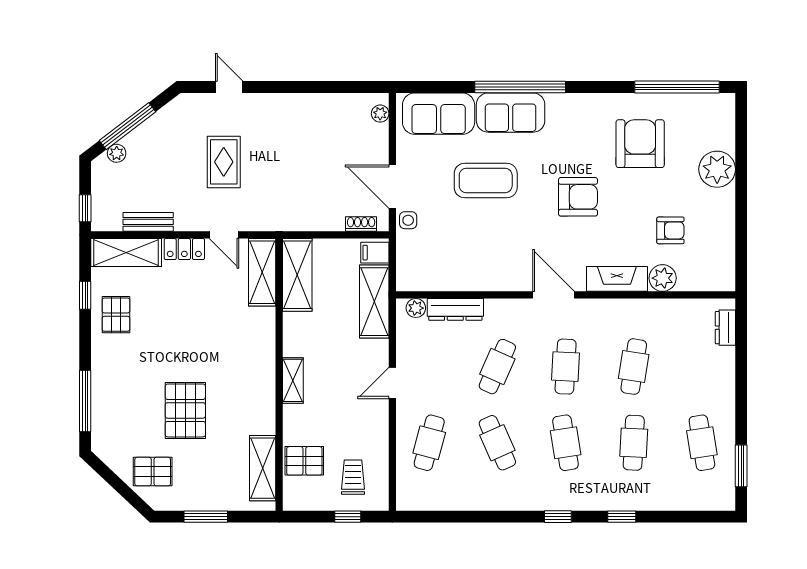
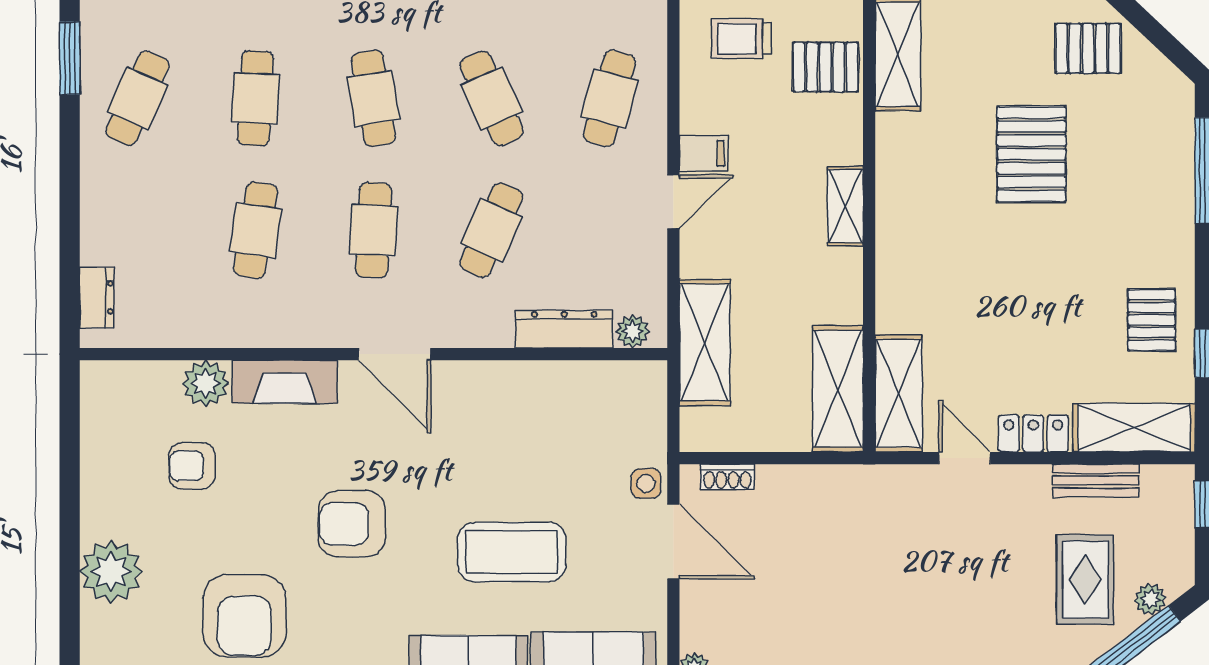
rug: (224, 162) -> (1085, 580), moved
filing cabinet: (375, 253) -> (704, 153), moved
cafe table: (702, 443) -> (138, 98), turned 33
trolley: (353, 477) -> (741, 39), turned 90

